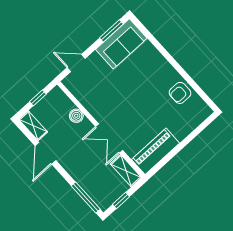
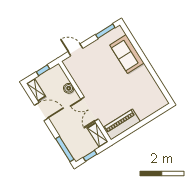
sofa: (121, 44) -> (127, 54), moved, turned 90
armchair: (180, 93) -> (147, 85), removed
door: (45, 153) -> (41, 112), swing flipped

